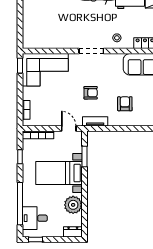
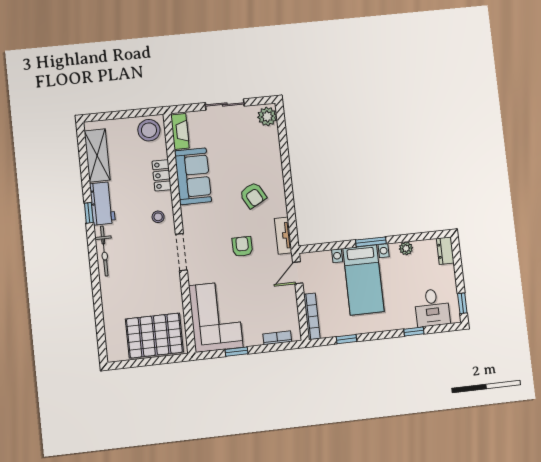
pallet: (37, 27) -> (154, 336), added
window: (20, 66) -> (236, 352), moved
armchair: (125, 104) -> (253, 195), turned -119
window: (84, 156) -> (371, 242), moved
window: (20, 204) -> (414, 331), width x0.32
plant: (73, 205) -> (406, 248), width x0.53, depth x0.53

